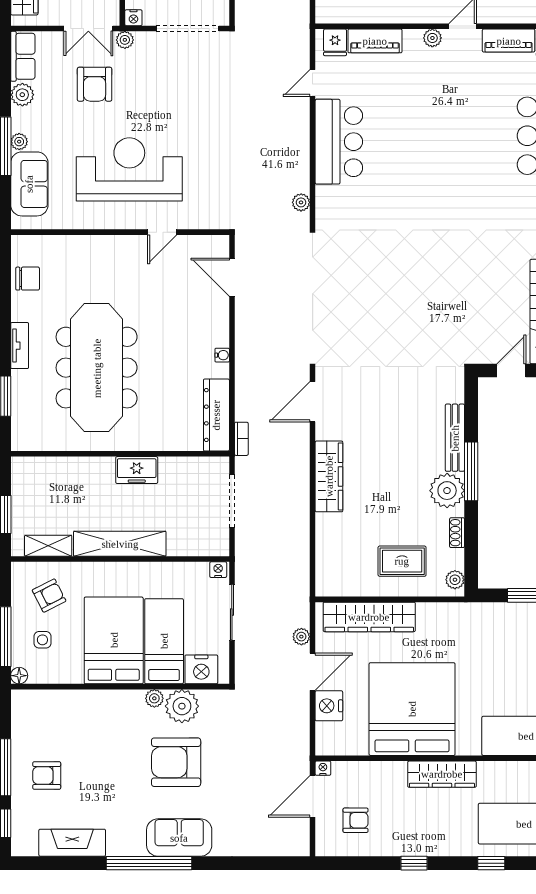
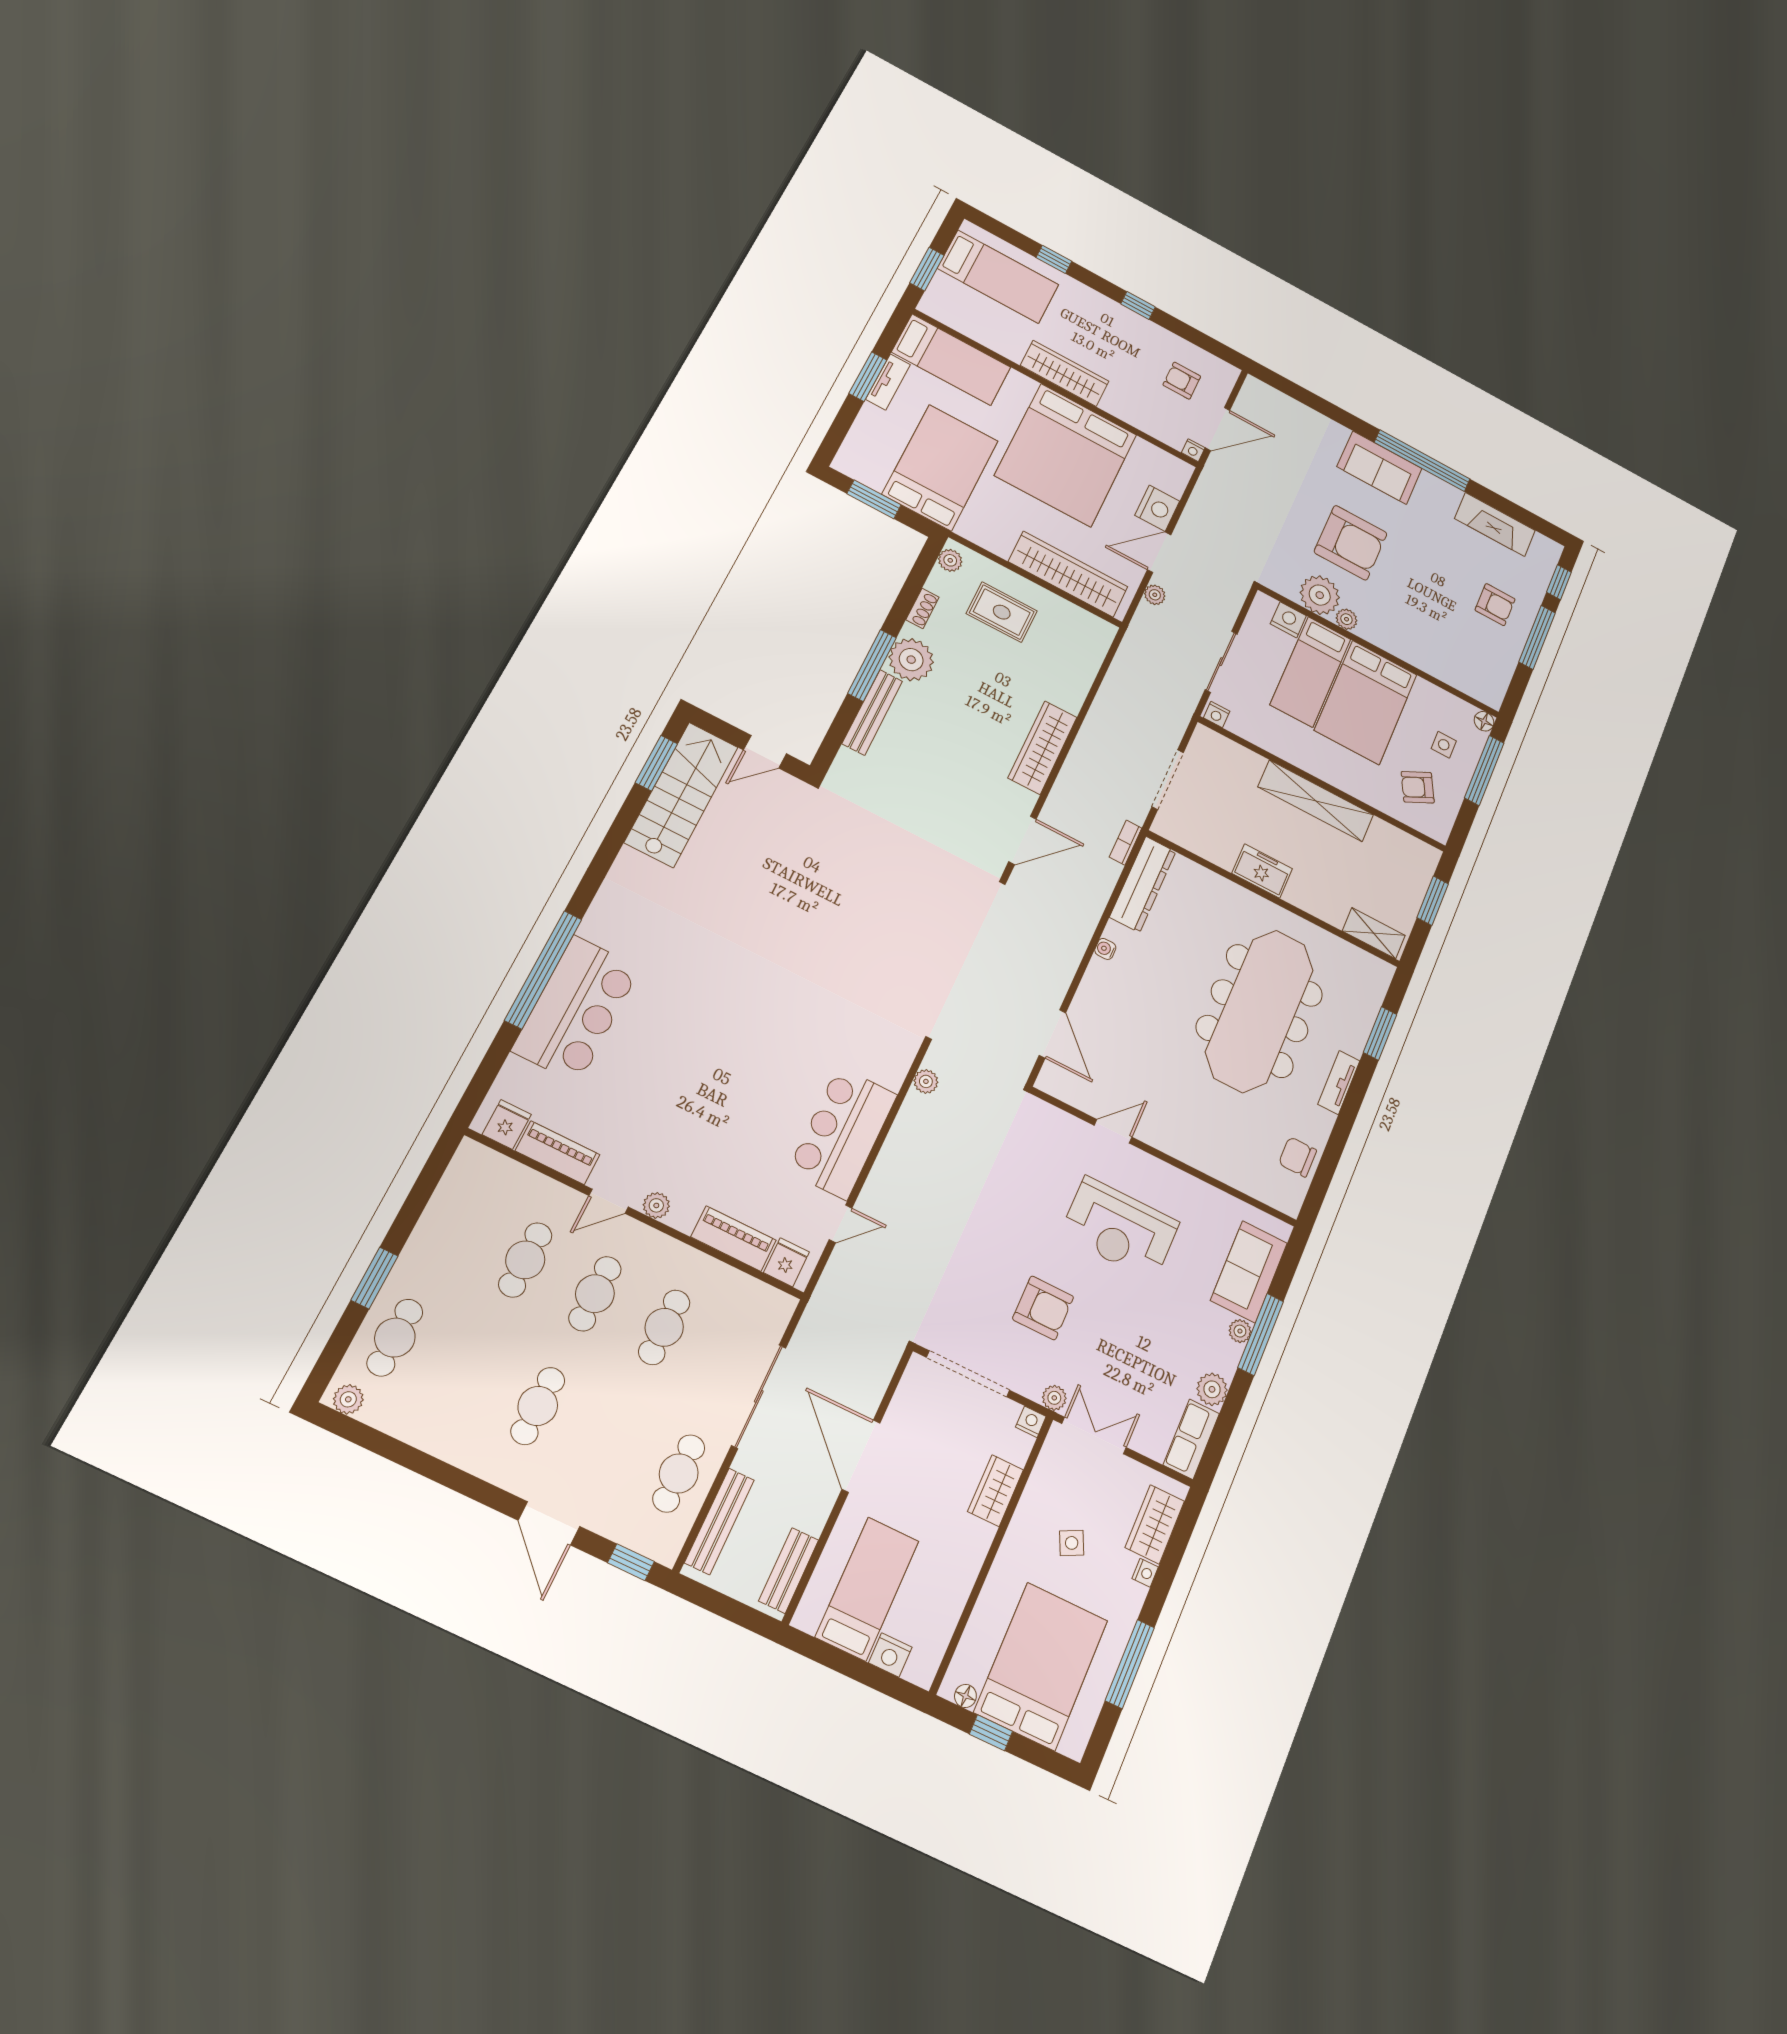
armchair: (95, 84) -> (1043, 1308), moved, turned 90
reception desk: (129, 169) -> (1120, 1229), width x0.74, depth x0.77
shelving: (48, 546) -> (1374, 933), moved
bed: (494, 647) -> (940, 468), added
nightstand: (201, 669) -> (1288, 620), width x0.74, depth x0.75

